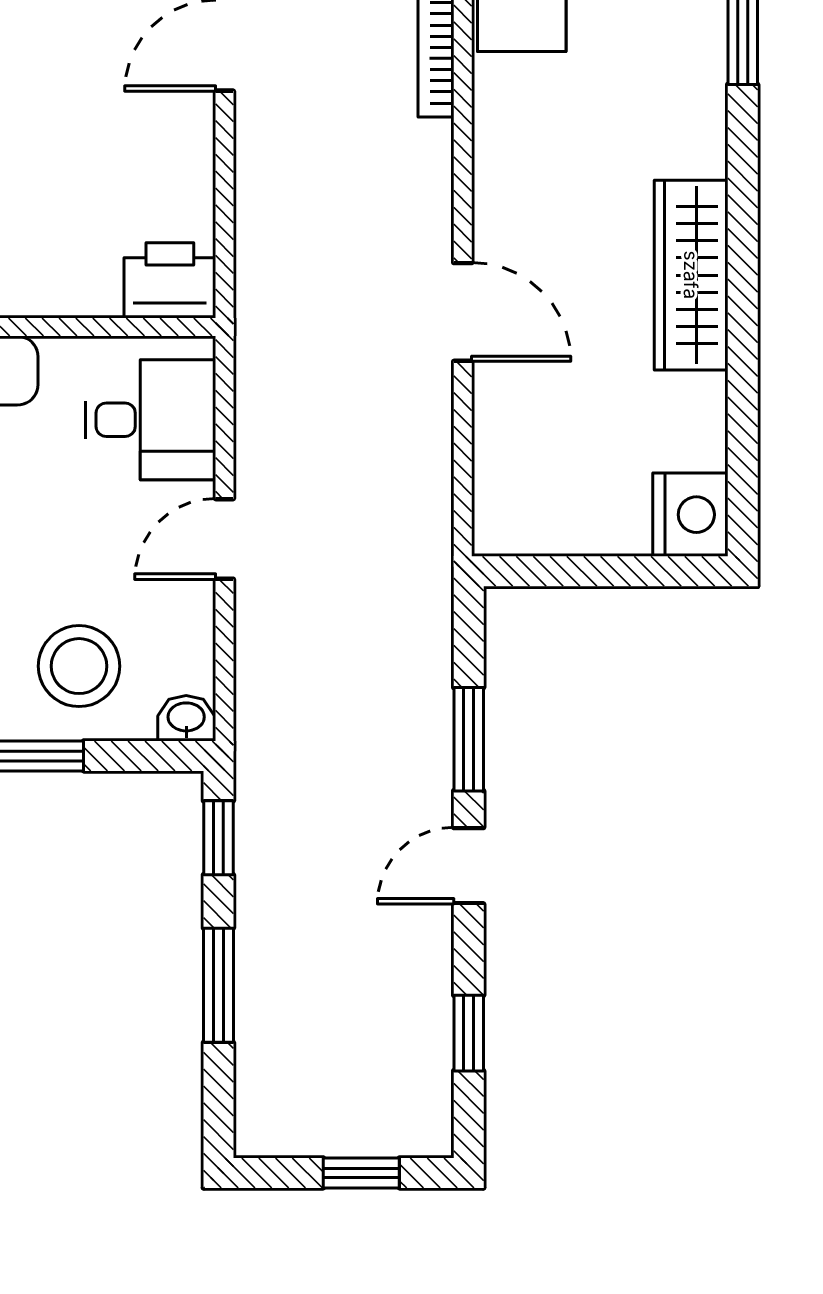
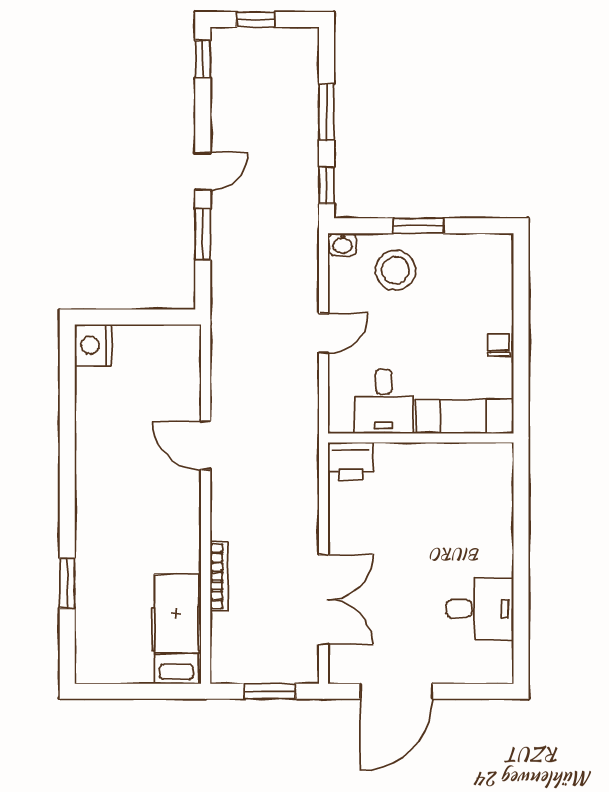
wardrobe: (691, 275) -> (93, 464), removed
desk: (151, 420) -> (384, 401), moved, turned -90
window: (469, 1033) -> (203, 59), moved

